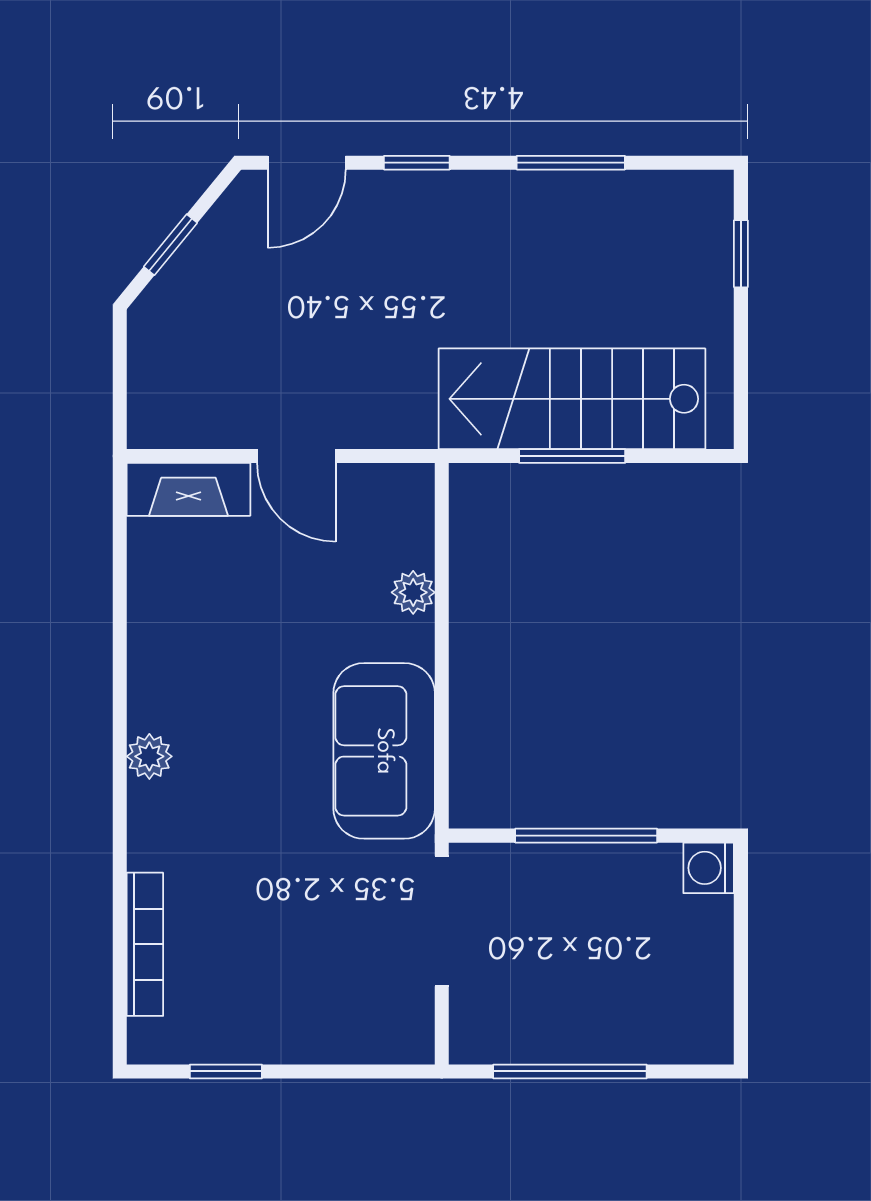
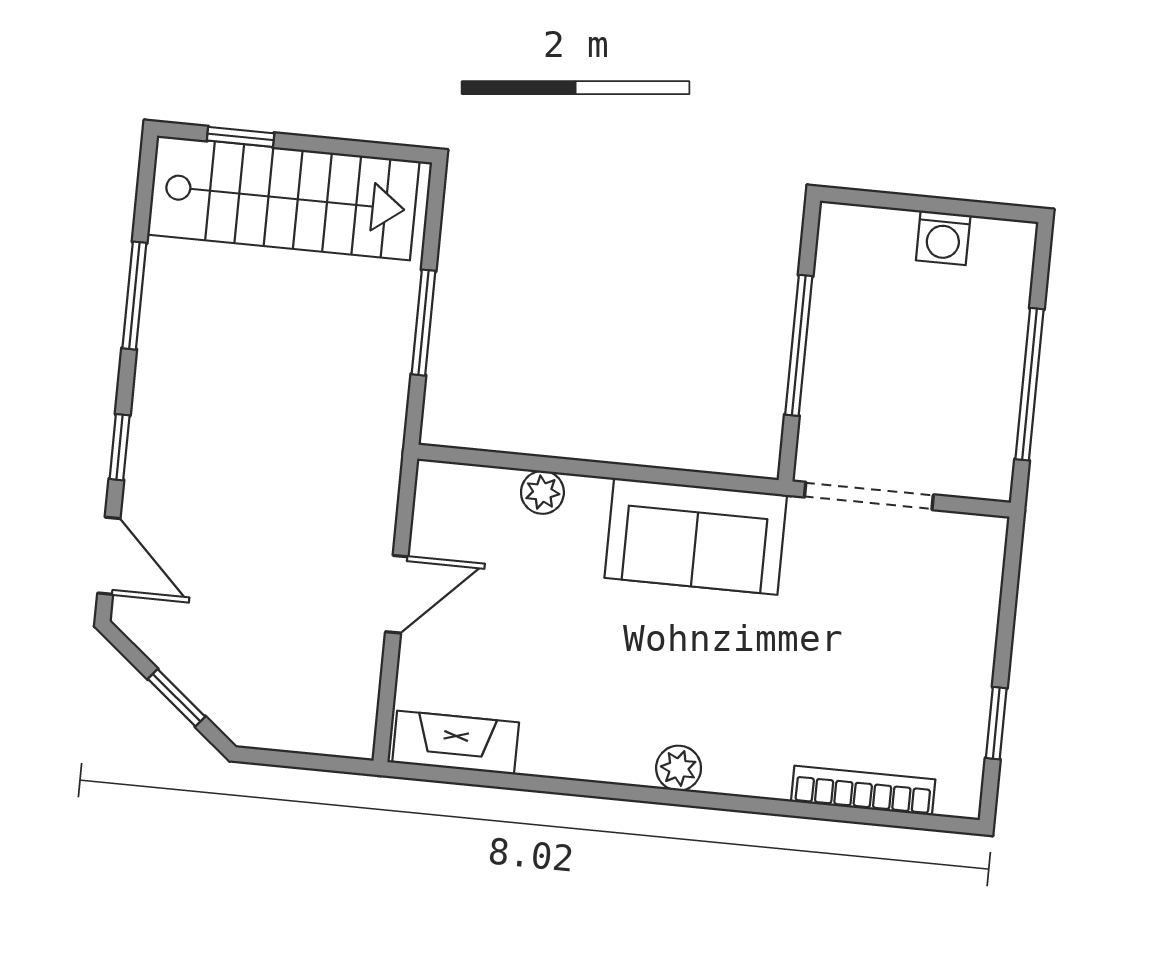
stairs: (572, 399) -> (283, 198), moved, turned -90
fireplace: (188, 489) -> (456, 743), moved, turned -90
washing machine: (709, 868) -> (943, 238), moved

